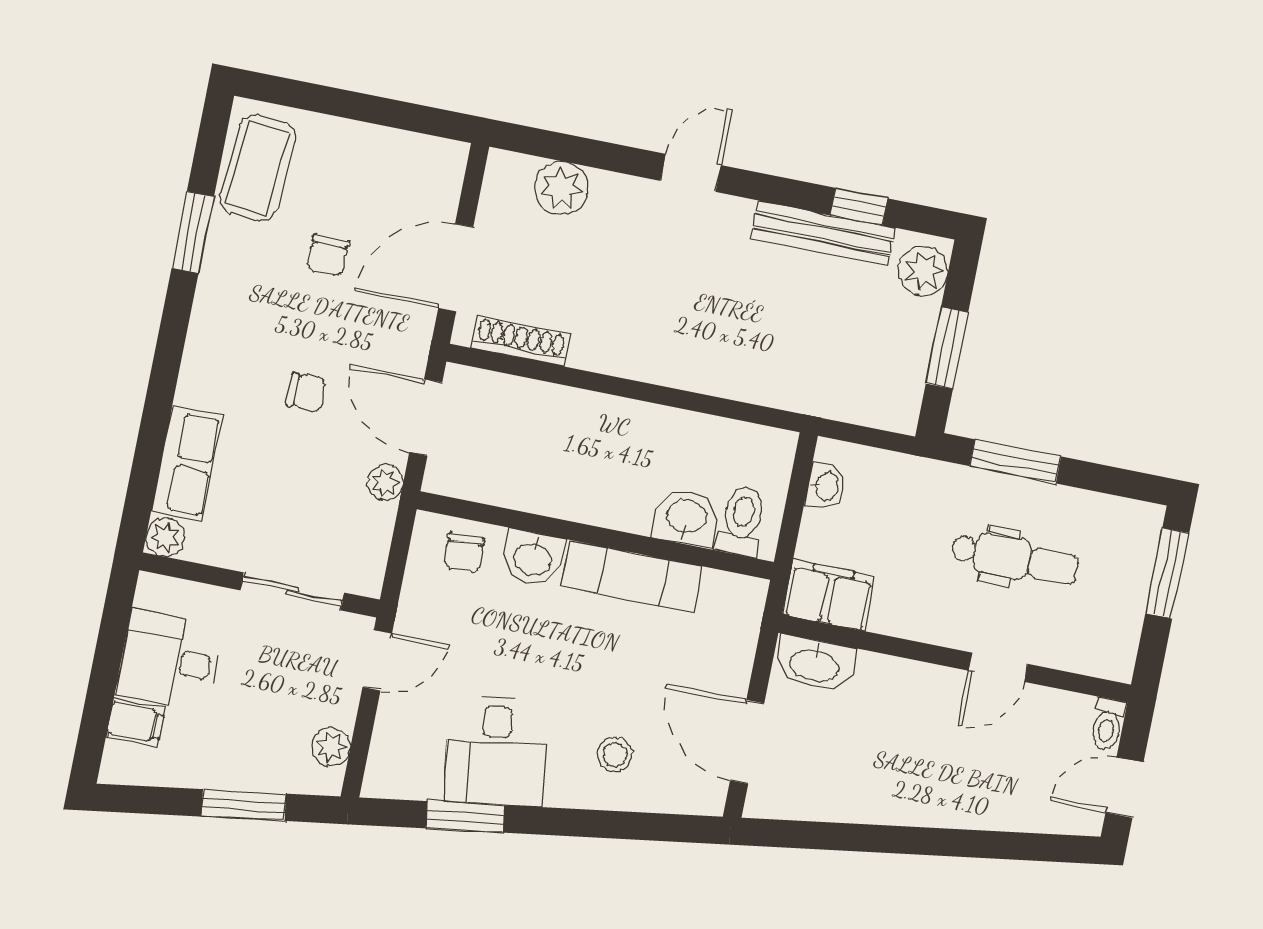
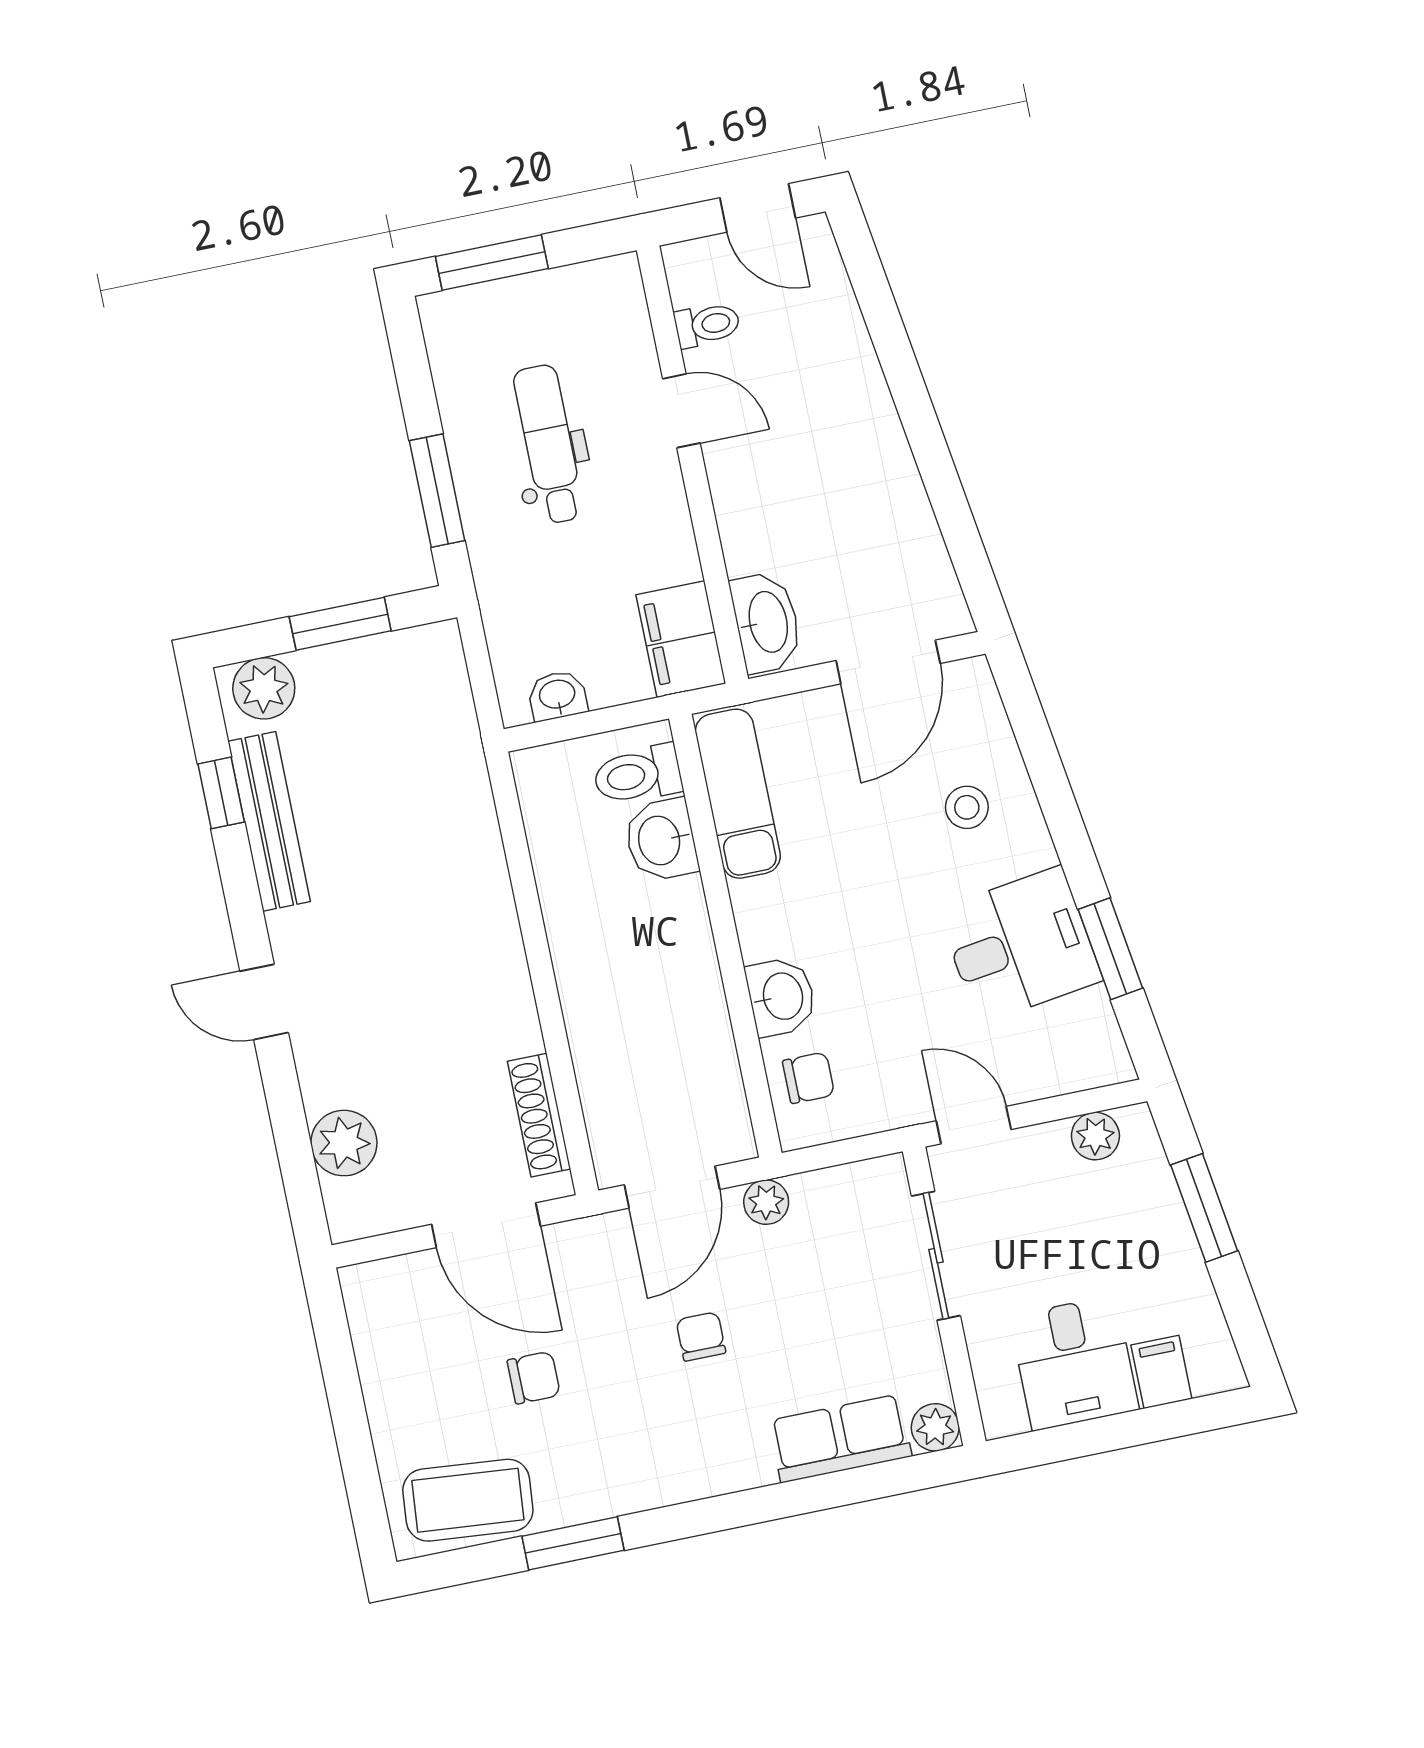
exam couch: (631, 576) -> (738, 794), moved
toilet: (1107, 724) -> (707, 325), moved

